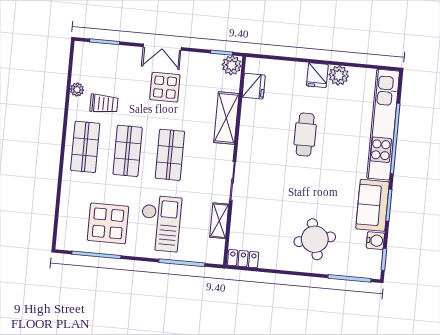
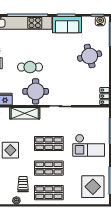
round table: (262, 140) -> (36, 91), added
shelving: (219, 221) -> (84, 112), removed
display table: (108, 223) -> (93, 187), moved
checkout: (160, 223) -> (89, 145), turned 180
water cooler: (375, 241) -> (100, 21), moved

